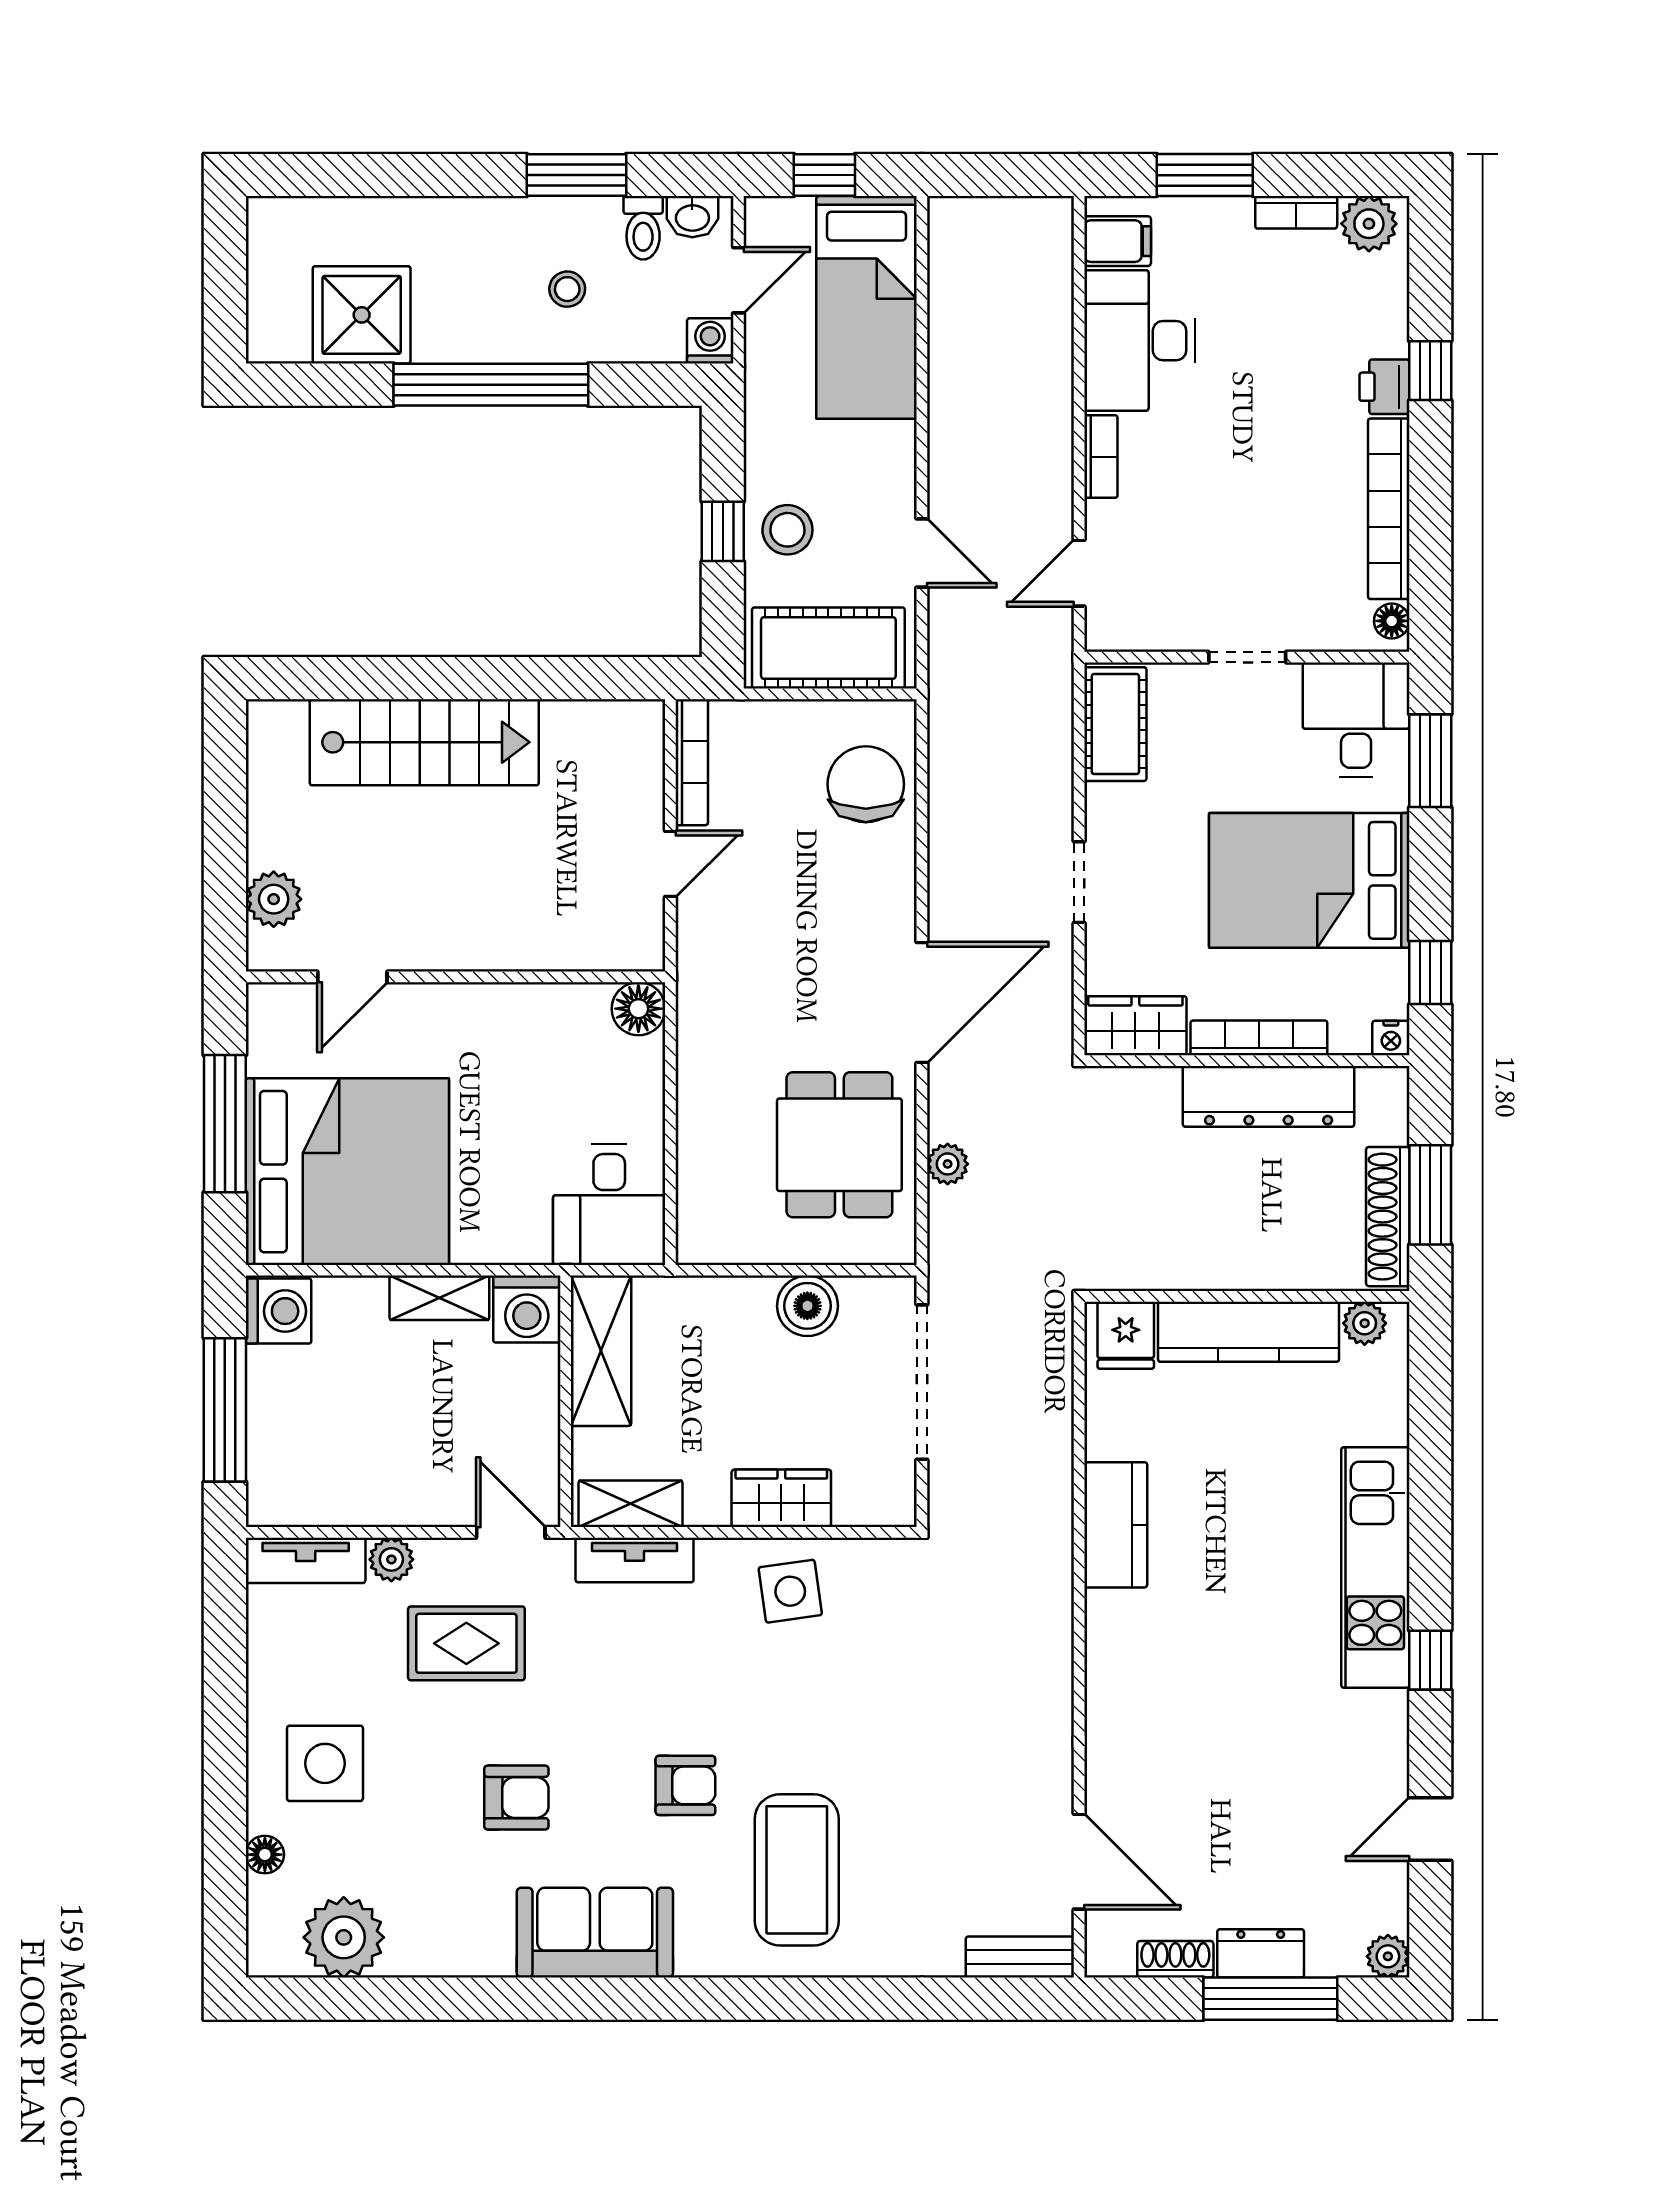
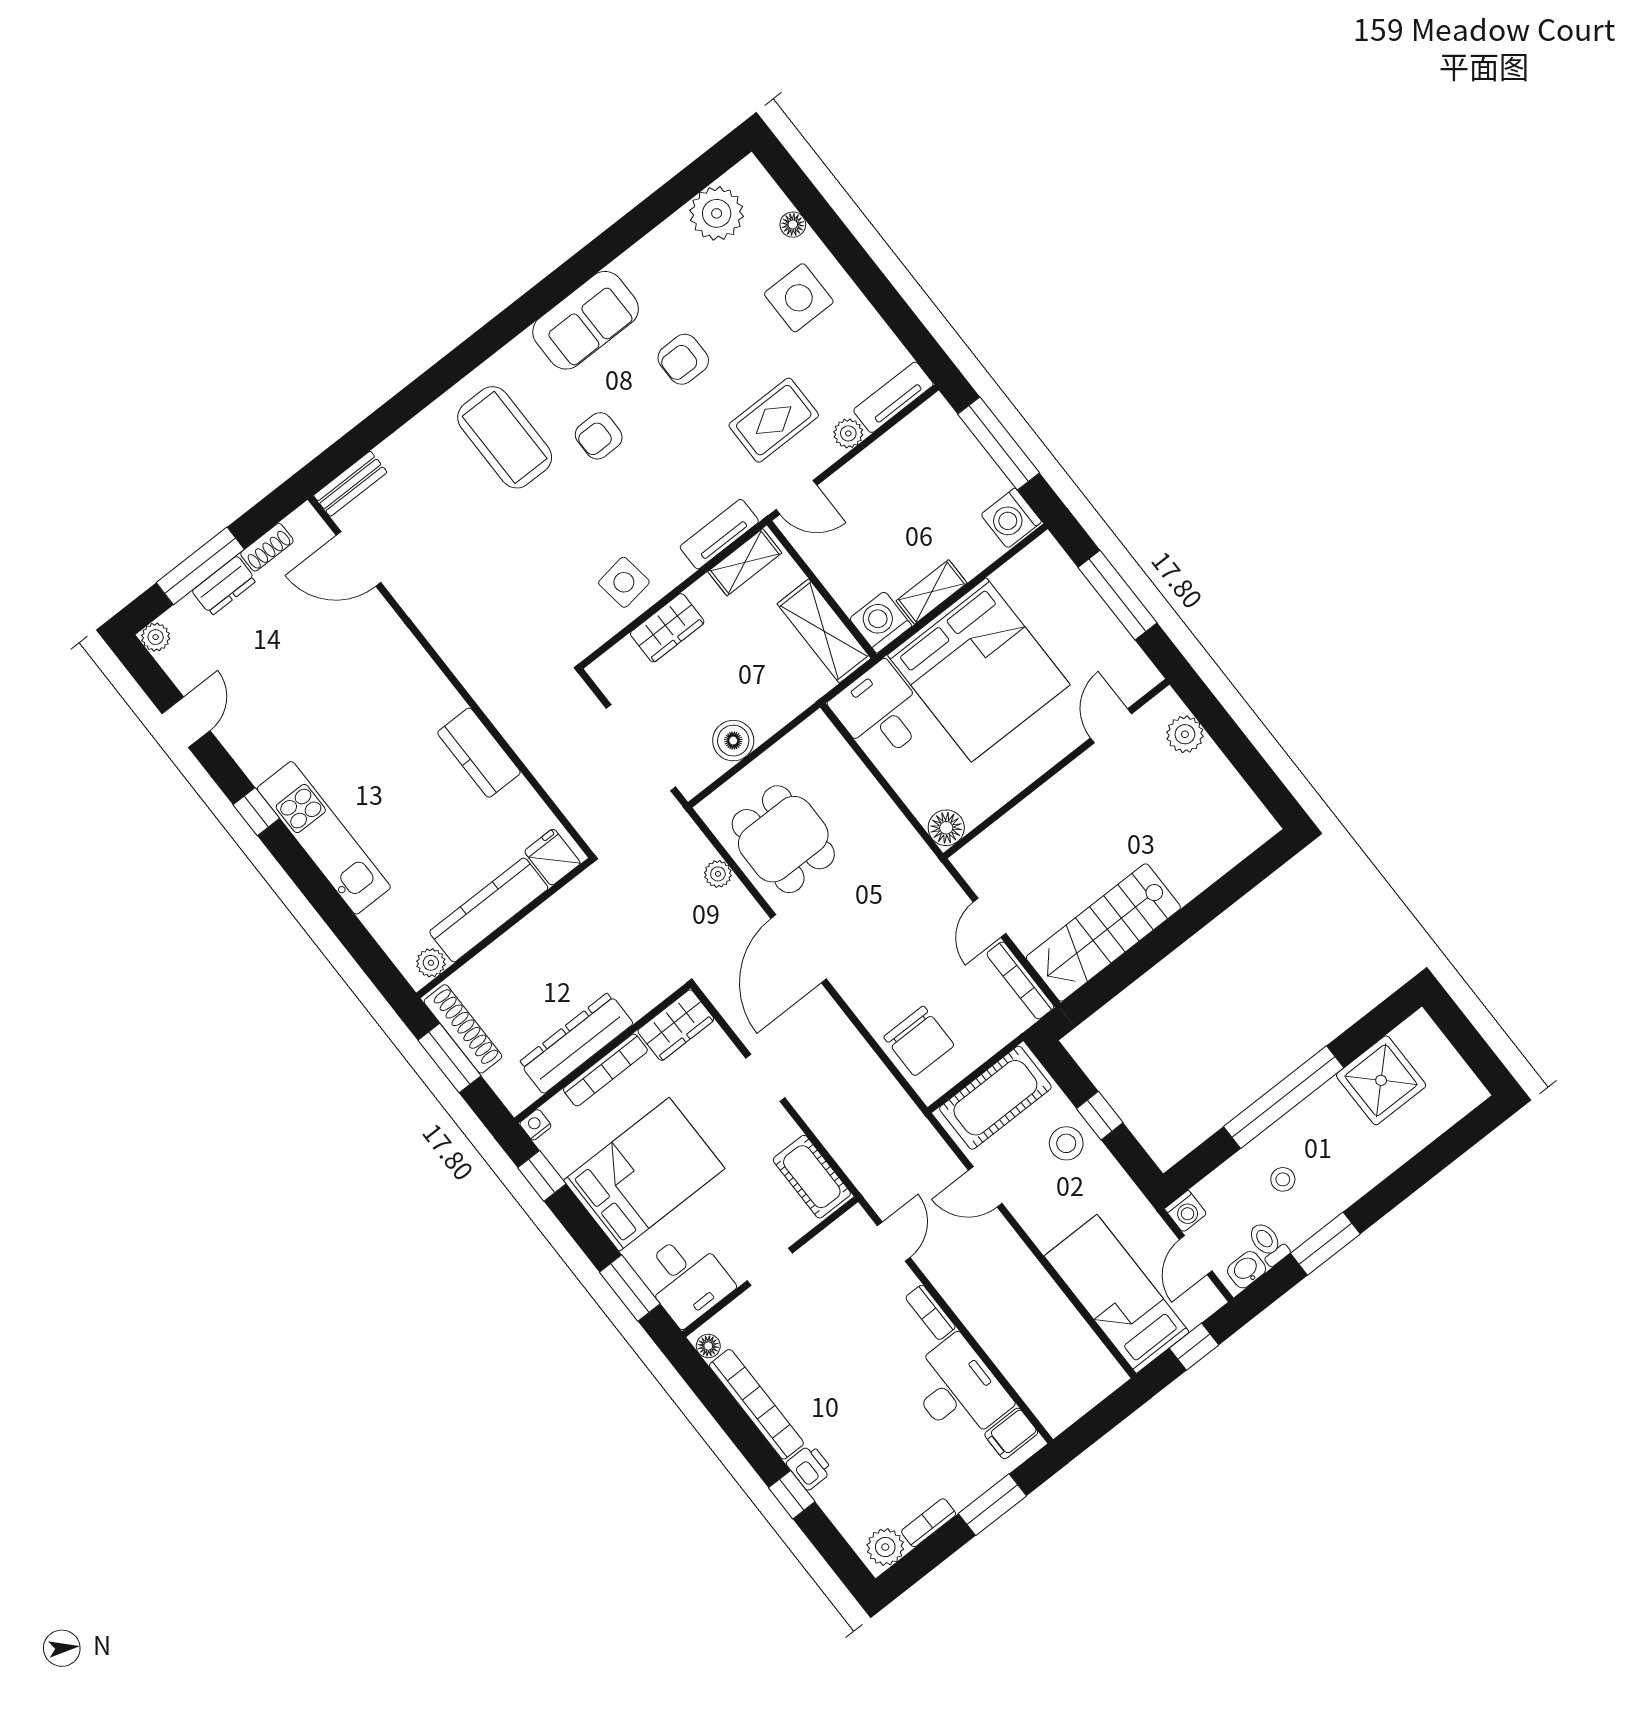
stairs: (424, 742) -> (1103, 932), moved
bed: (347, 1172) -> (979, 670), moved, turned -90

